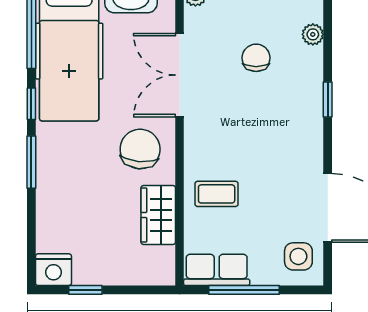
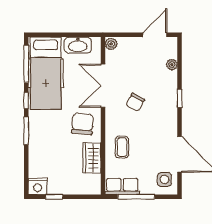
chair: (256, 58) -> (135, 102), moved, turned -152
coffee table: (217, 194) -> (122, 147), turned 90

